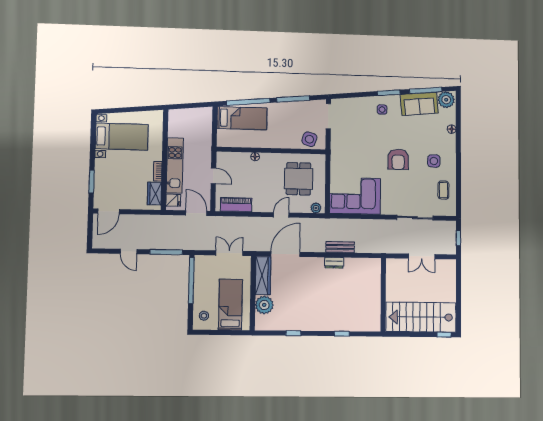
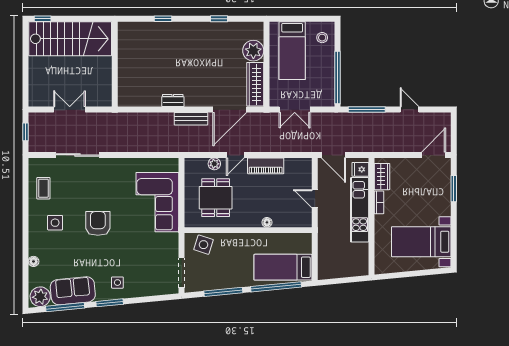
corner sofa: (355, 196) -> (157, 202), moved, turned 90
piano: (236, 205) -> (266, 166), moved
plant: (316, 208) -> (214, 164), moved
bench: (340, 247) -> (191, 119), moved

